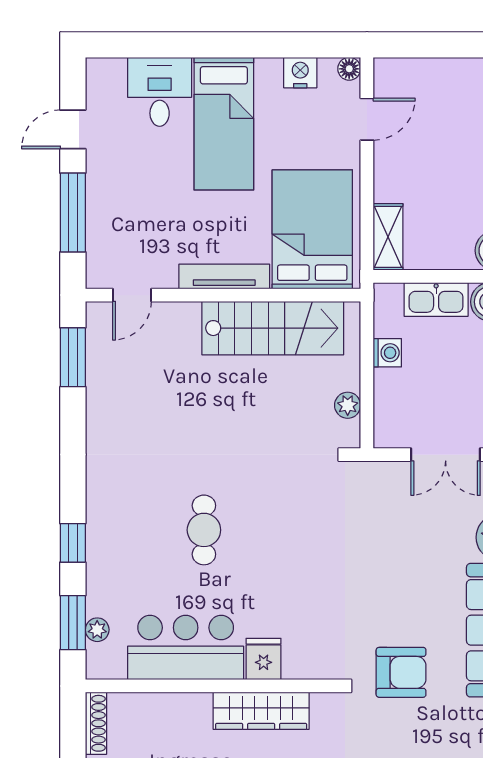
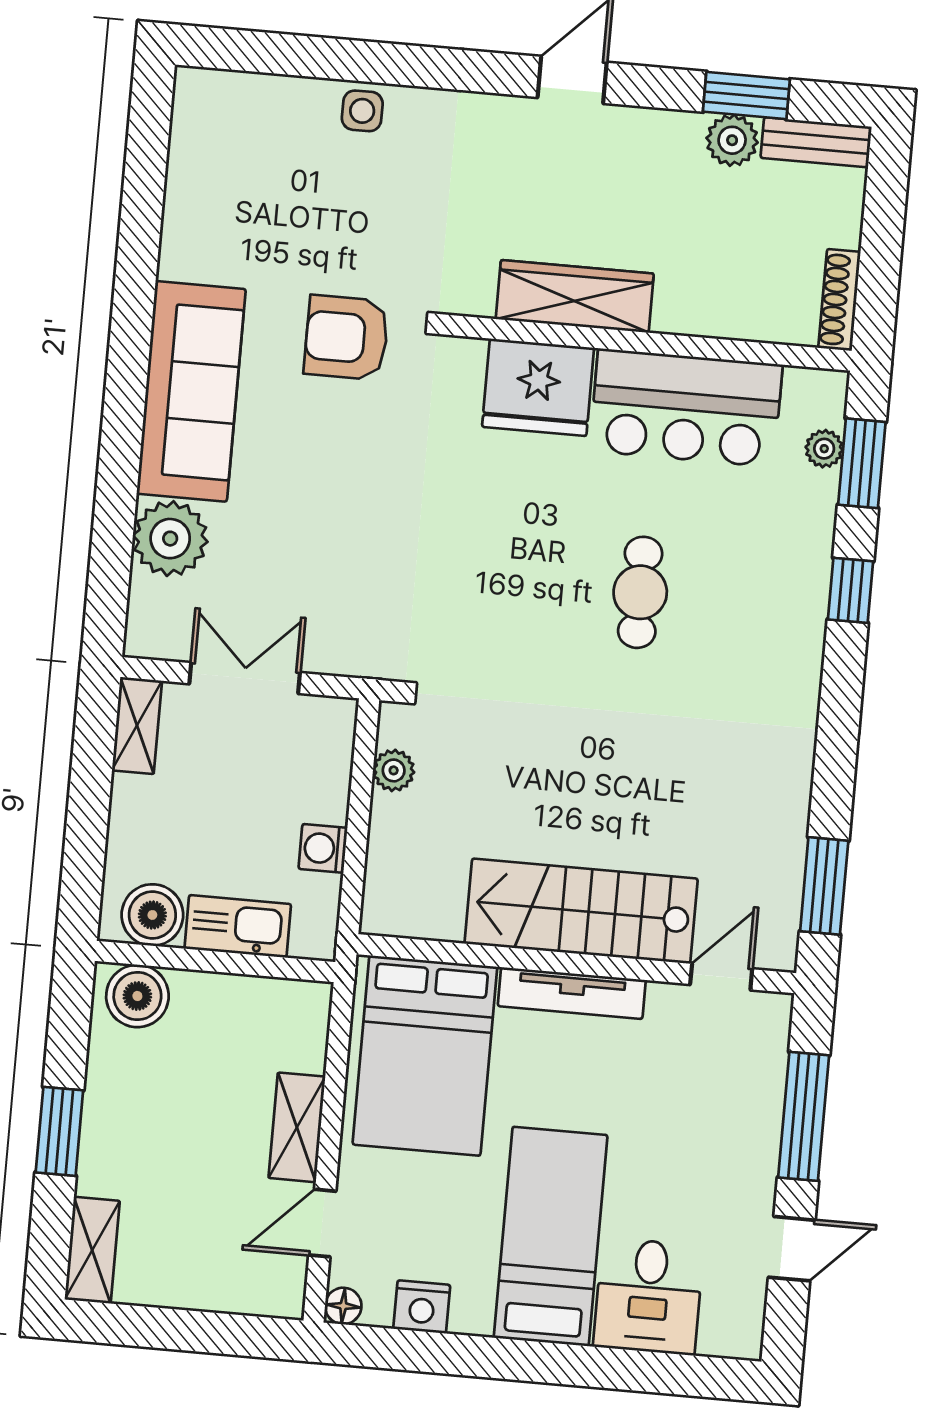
shelving: (388, 237) -> (297, 1127), moved
stairs: (273, 328) -> (581, 911), moved
fridge: (264, 659) -> (538, 387), width x1.88, depth x1.34

